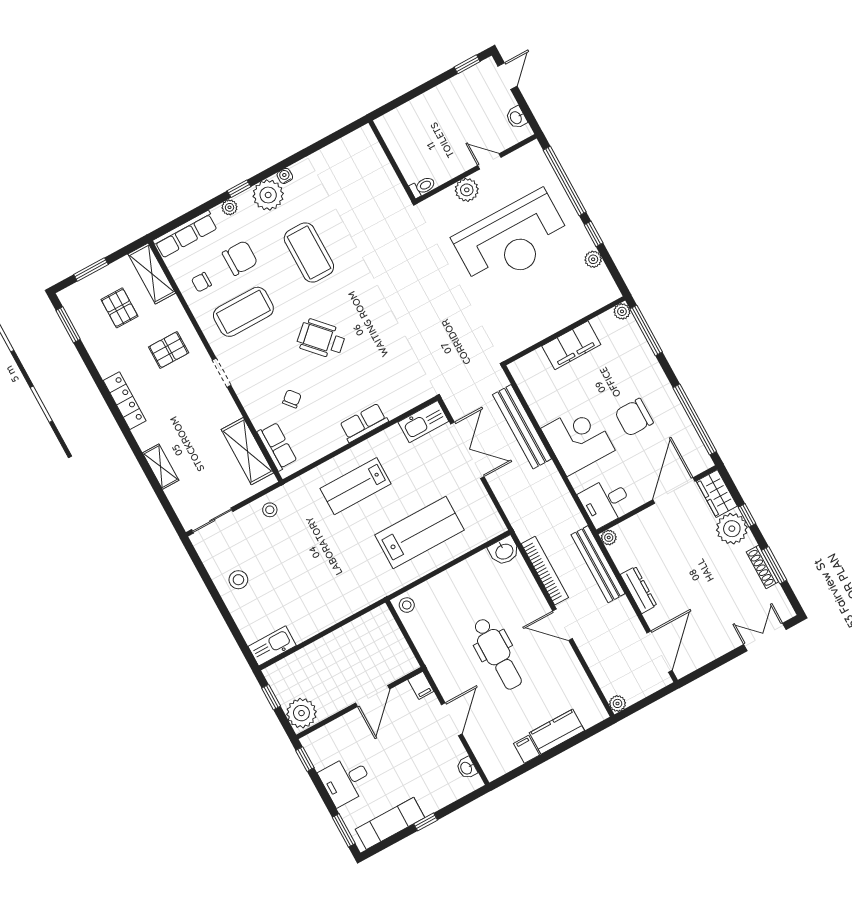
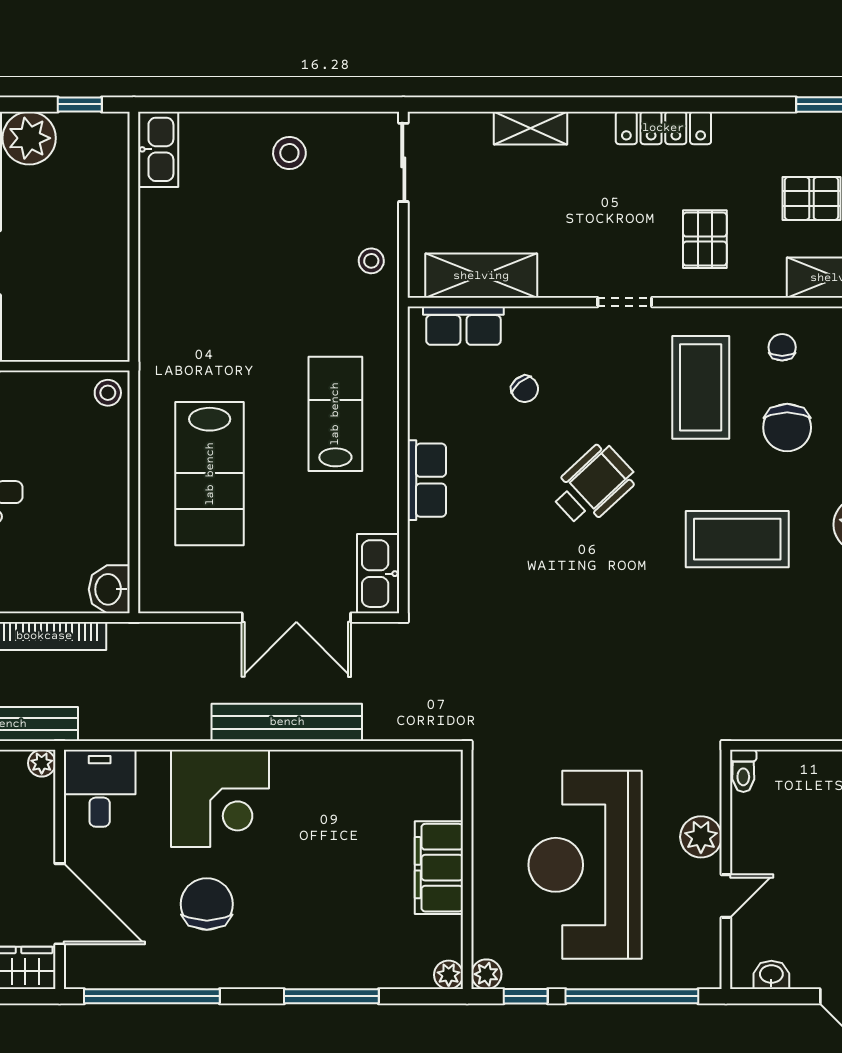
plant: (622, 311) -> (449, 975), moved
wall: (565, 331) -> (467, 869), moved
filing cabinet: (571, 345) -> (439, 868), moved

